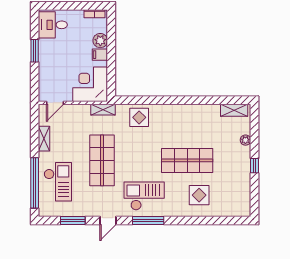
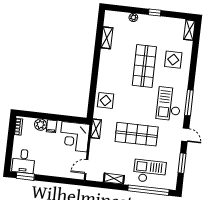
window: (35, 51) -> (25, 176), moved
door: (55, 103) -> (86, 167), swing flipped
shelving: (234, 110) -> (107, 38), moved
shelving: (238, 211) -> (189, 30), added

